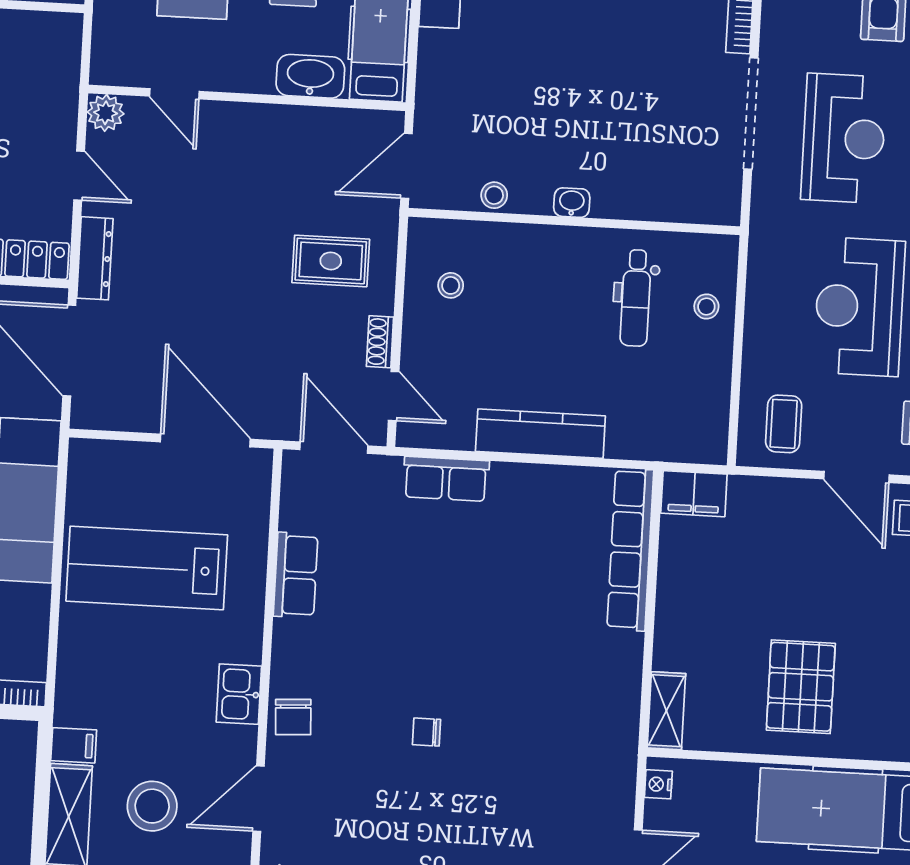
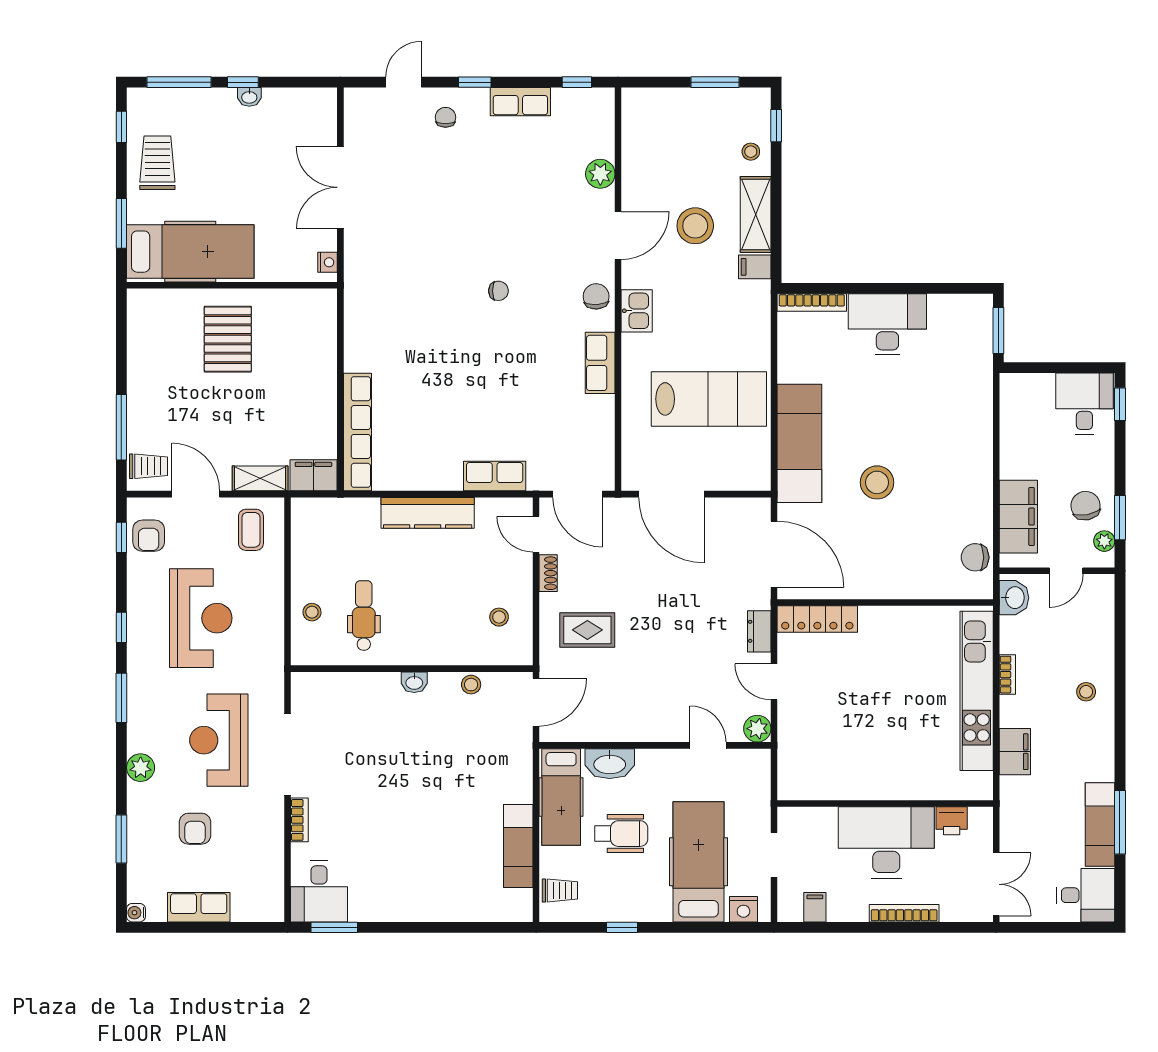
dresser: (95, 258) -> (759, 631), width x0.70
row of seats: (296, 575) -> (600, 363), moved
shelving: (666, 711) -> (260, 478), moved, turned 90

